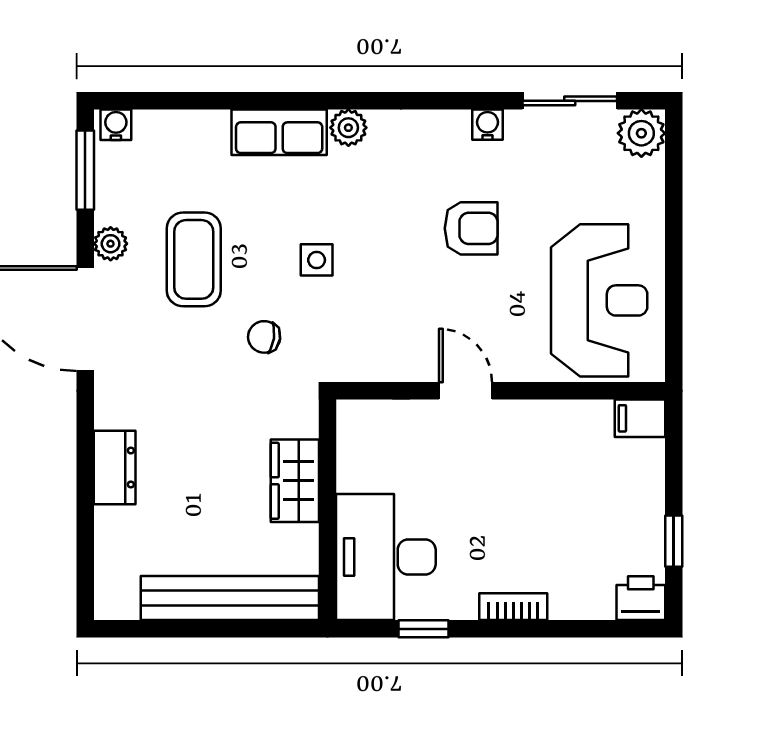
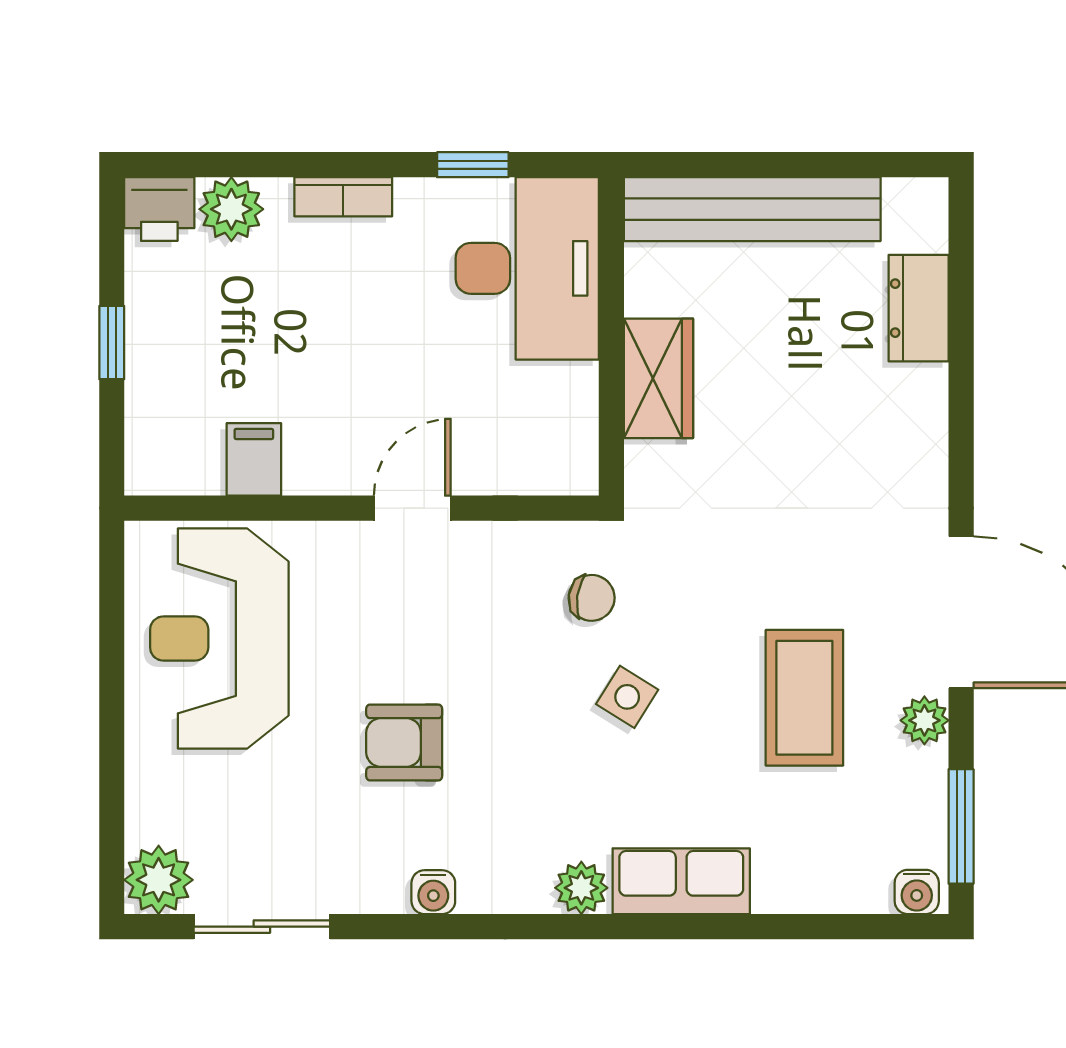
water cooler: (487, 125) -> (433, 892), moved
side table: (317, 260) -> (627, 697), turned 32
chair: (264, 337) -> (592, 598), moved
door: (466, 391) -> (412, 508), swing flipped
filing cabinet: (640, 418) -> (254, 459), moved, turned -90
dresser: (115, 467) -> (919, 308), moved
window: (674, 541) -> (112, 343), moved
plant: (591, 598) -> (231, 209), added

